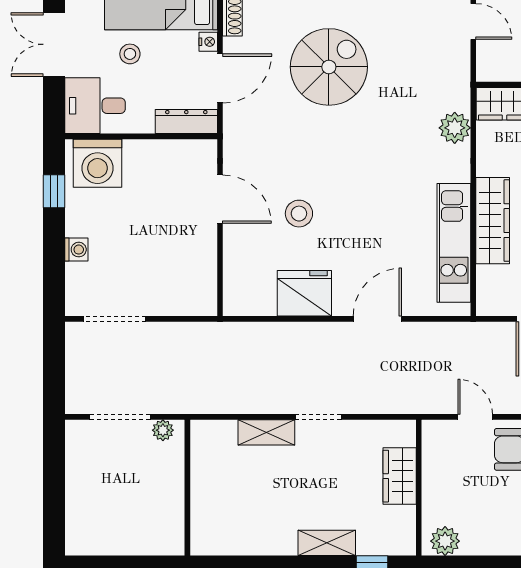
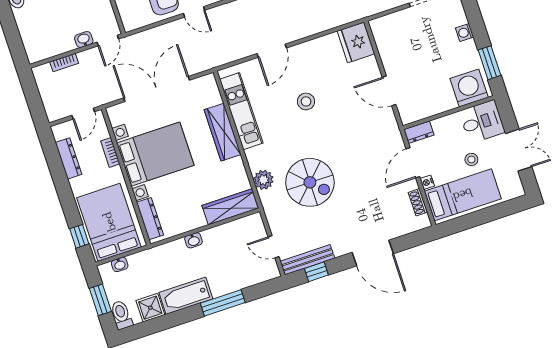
spiral stairs: (329, 67) -> (310, 182), moved, turned -90
dresser: (186, 122) -> (419, 132), width x0.70
window: (54, 191) -> (489, 63), width x1.50
stool: (299, 214) -> (306, 101), moved
fridge: (304, 293) -> (356, 42), moved, turned 90

